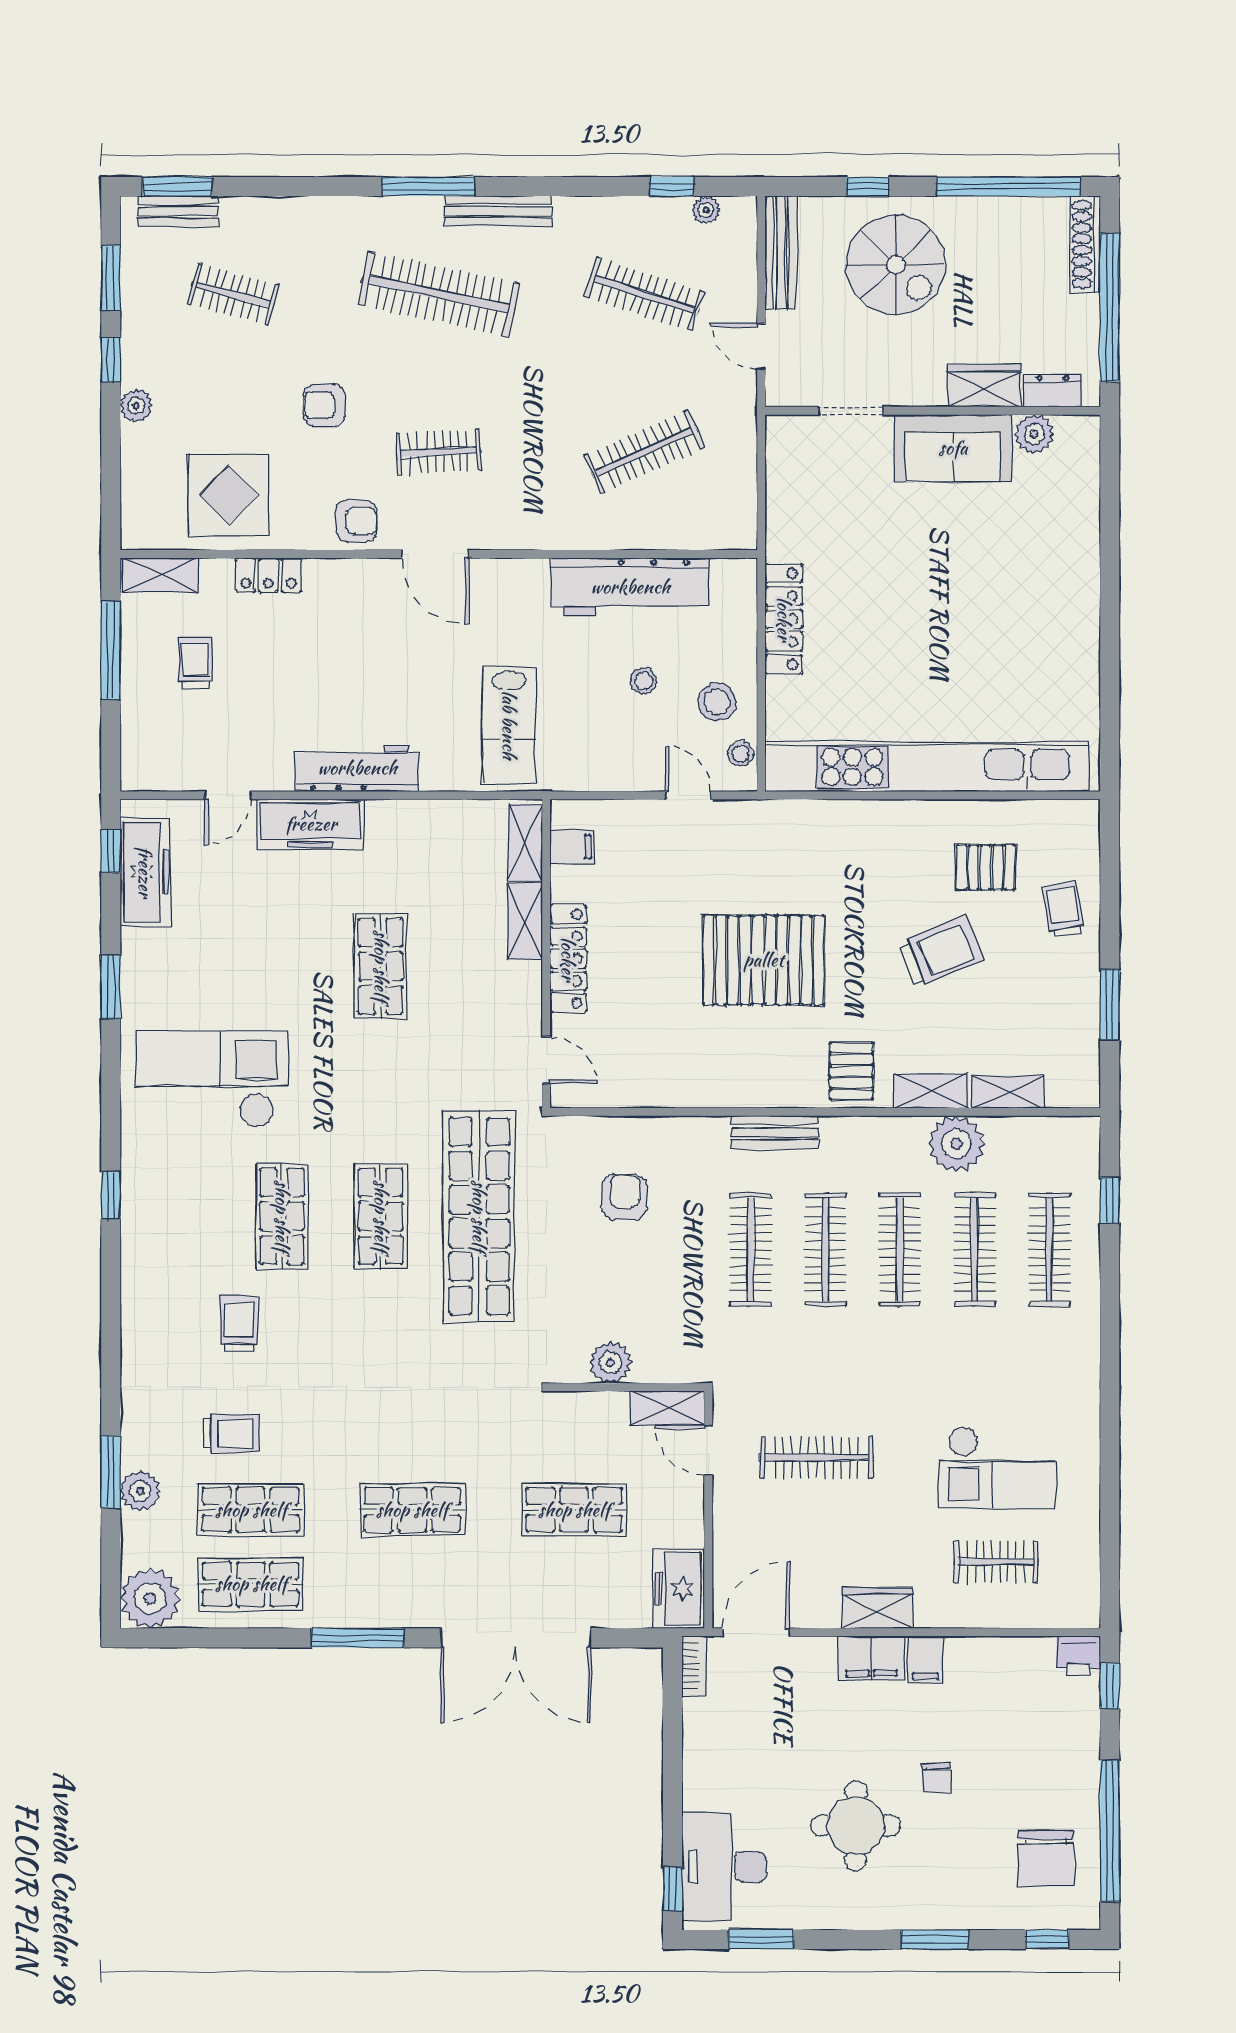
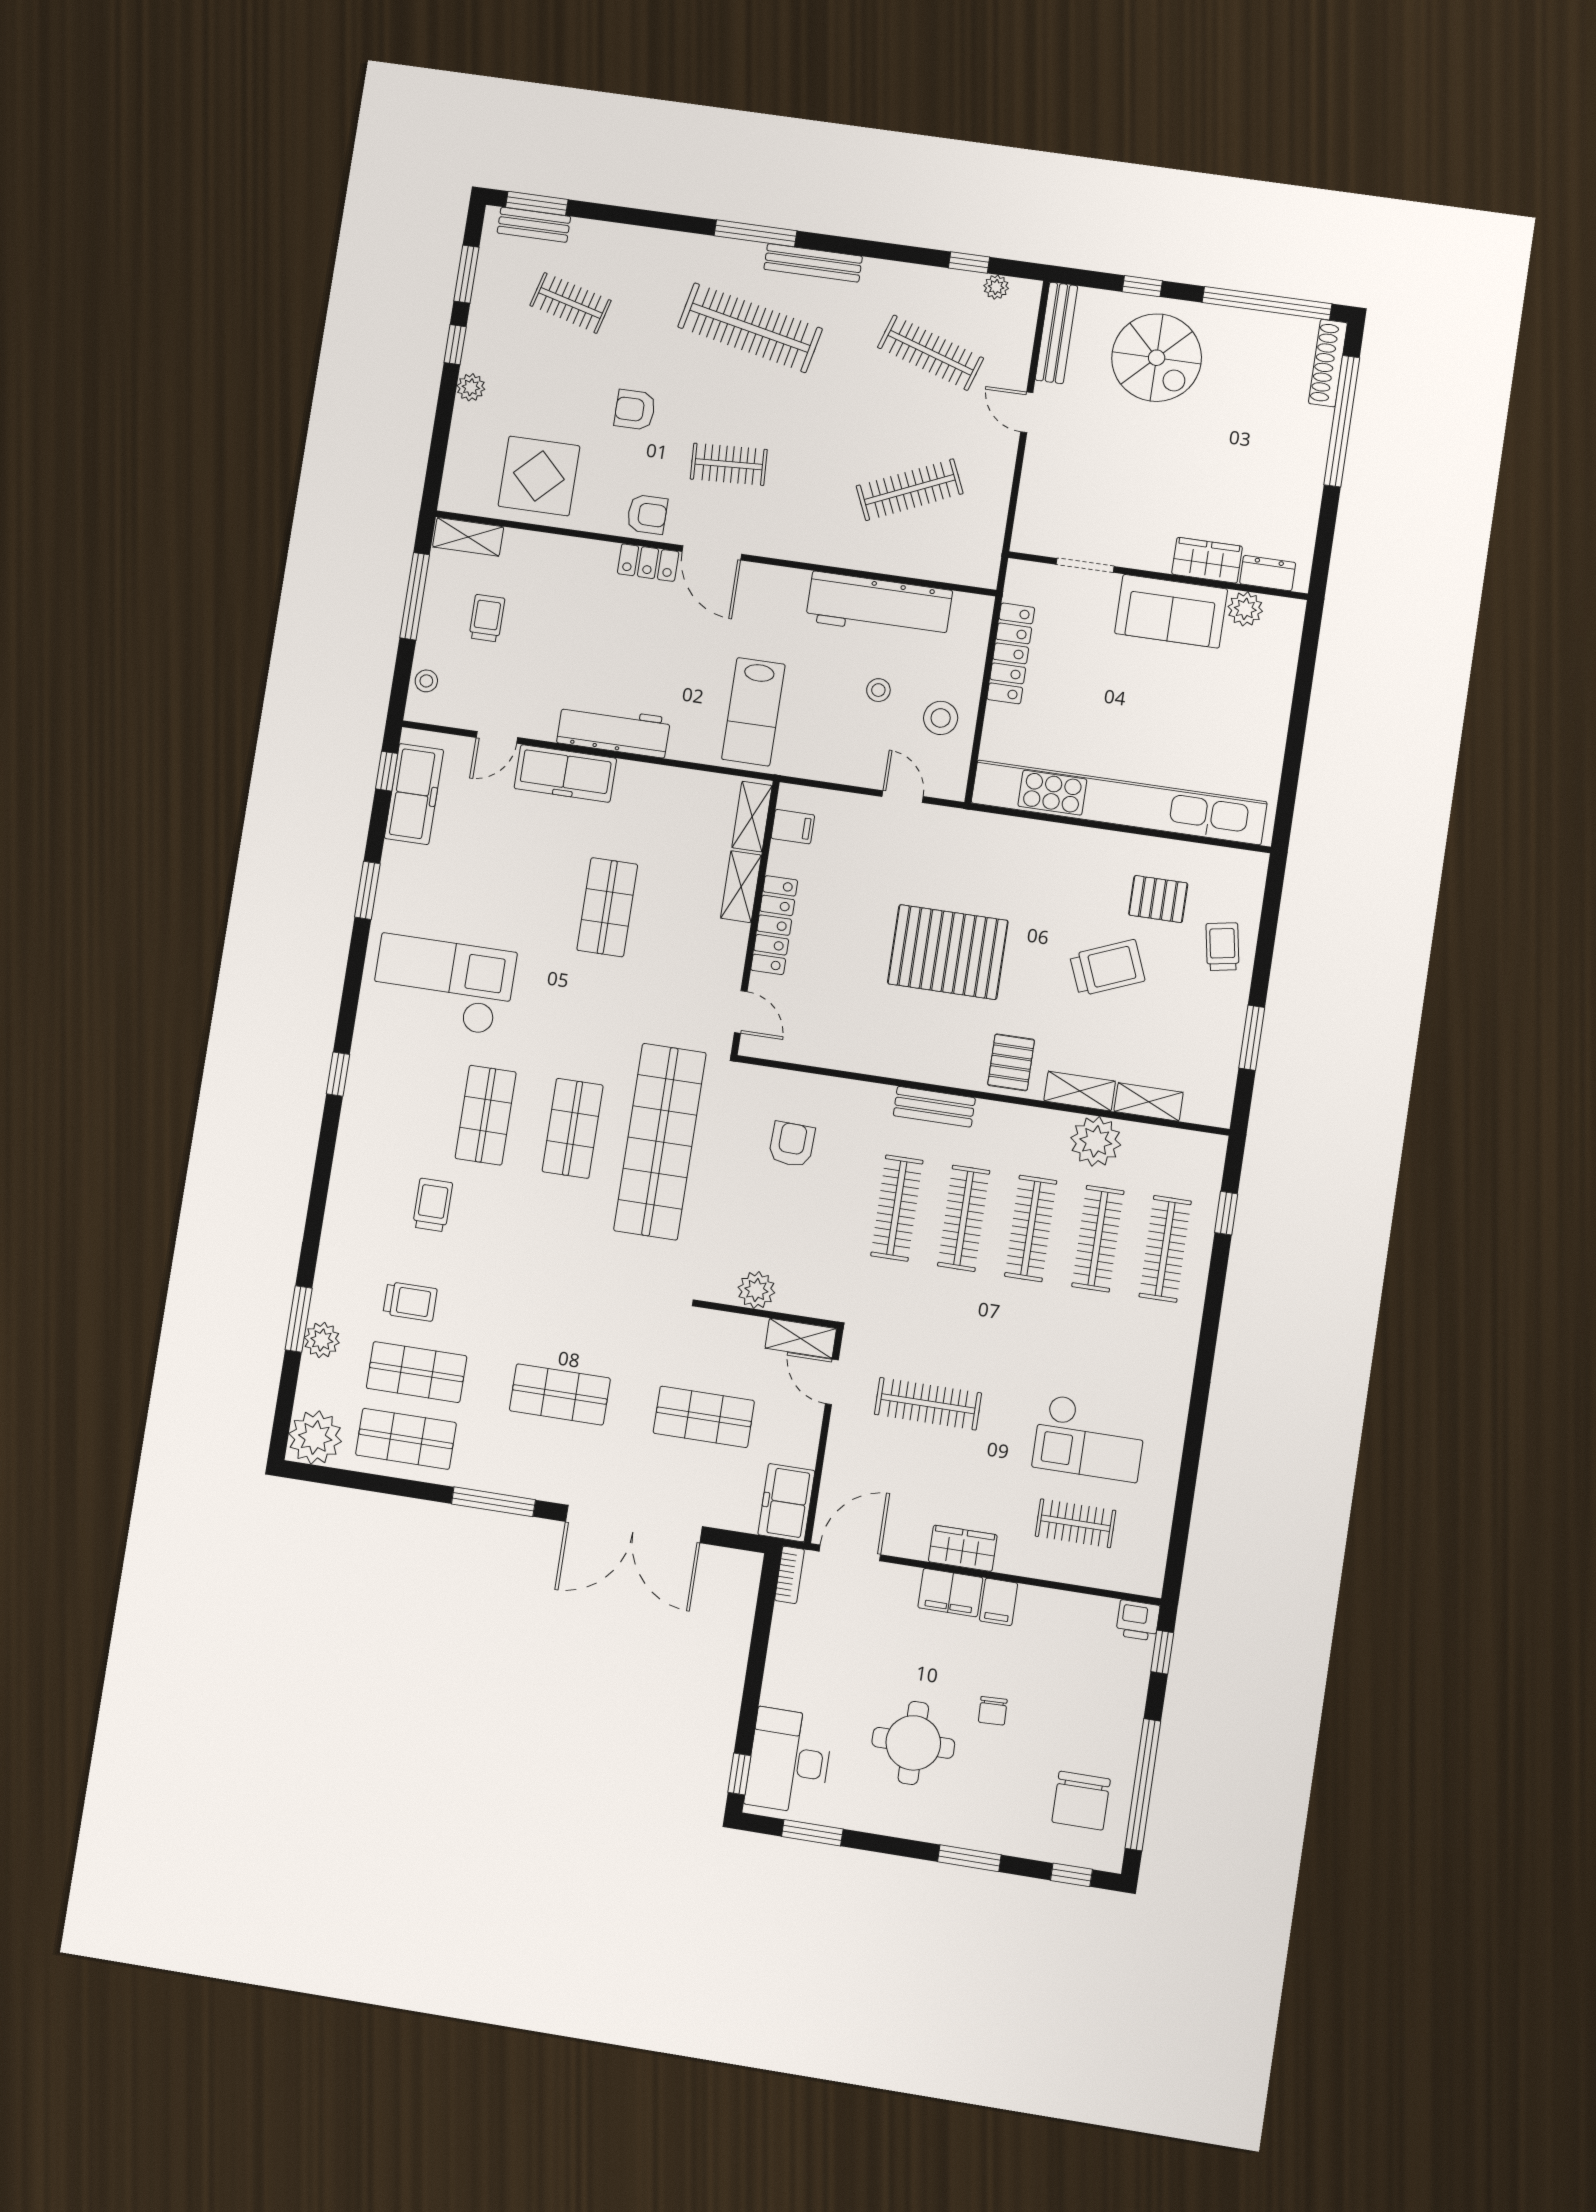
wardrobe: (984, 386) -> (1207, 560), moved
dresser: (1053, 391) -> (1268, 573), moved
doorway: (851, 411) -> (1085, 565), moved
wall: (933, 411) -> (1158, 576), moved
plant: (1034, 434) -> (1245, 609), moved
sofa: (953, 448) -> (1171, 611), moved
locker: (268, 575) -> (648, 563), moved
stool: (741, 754) -> (426, 681), moved

